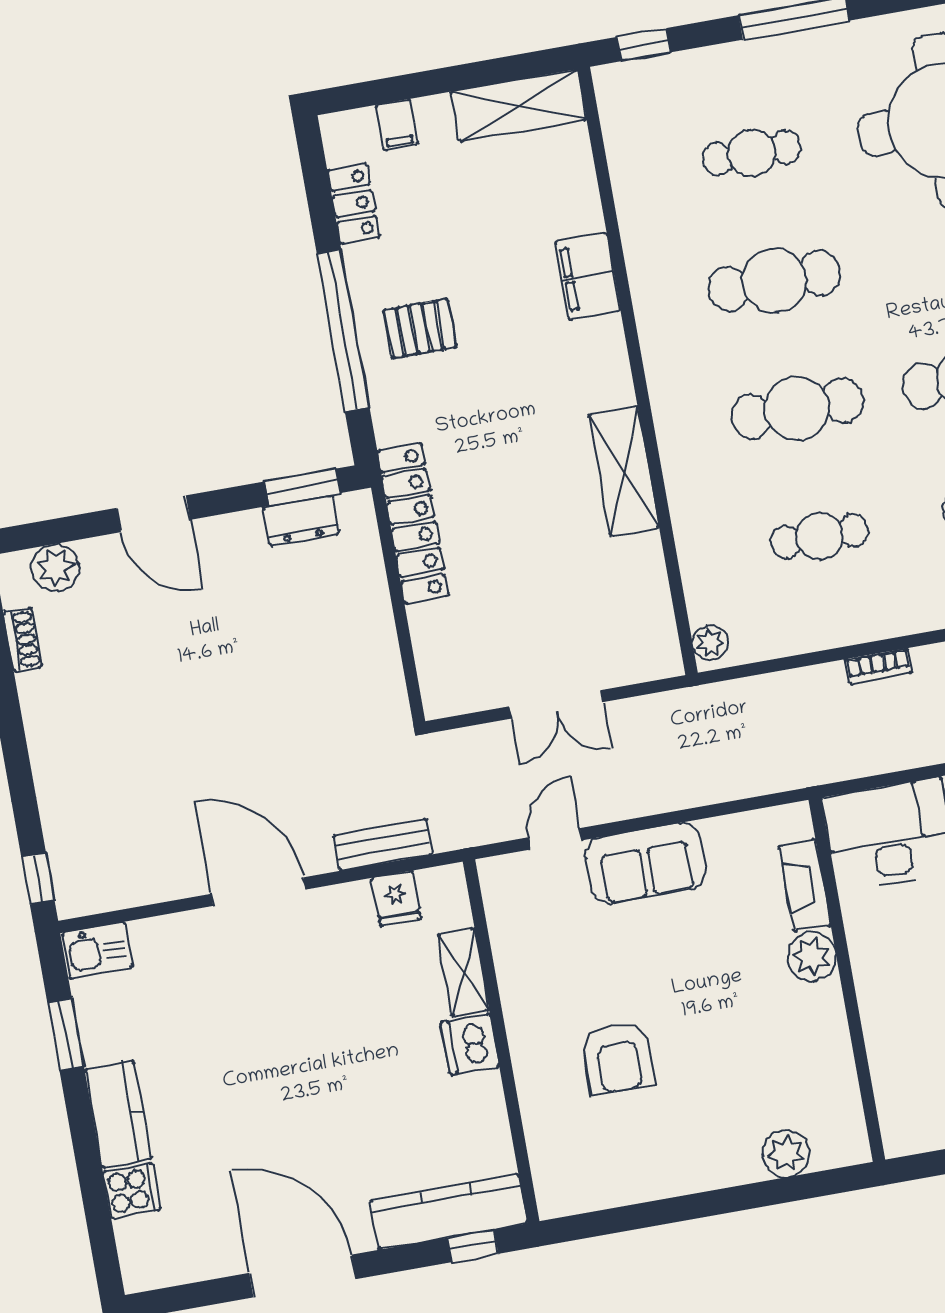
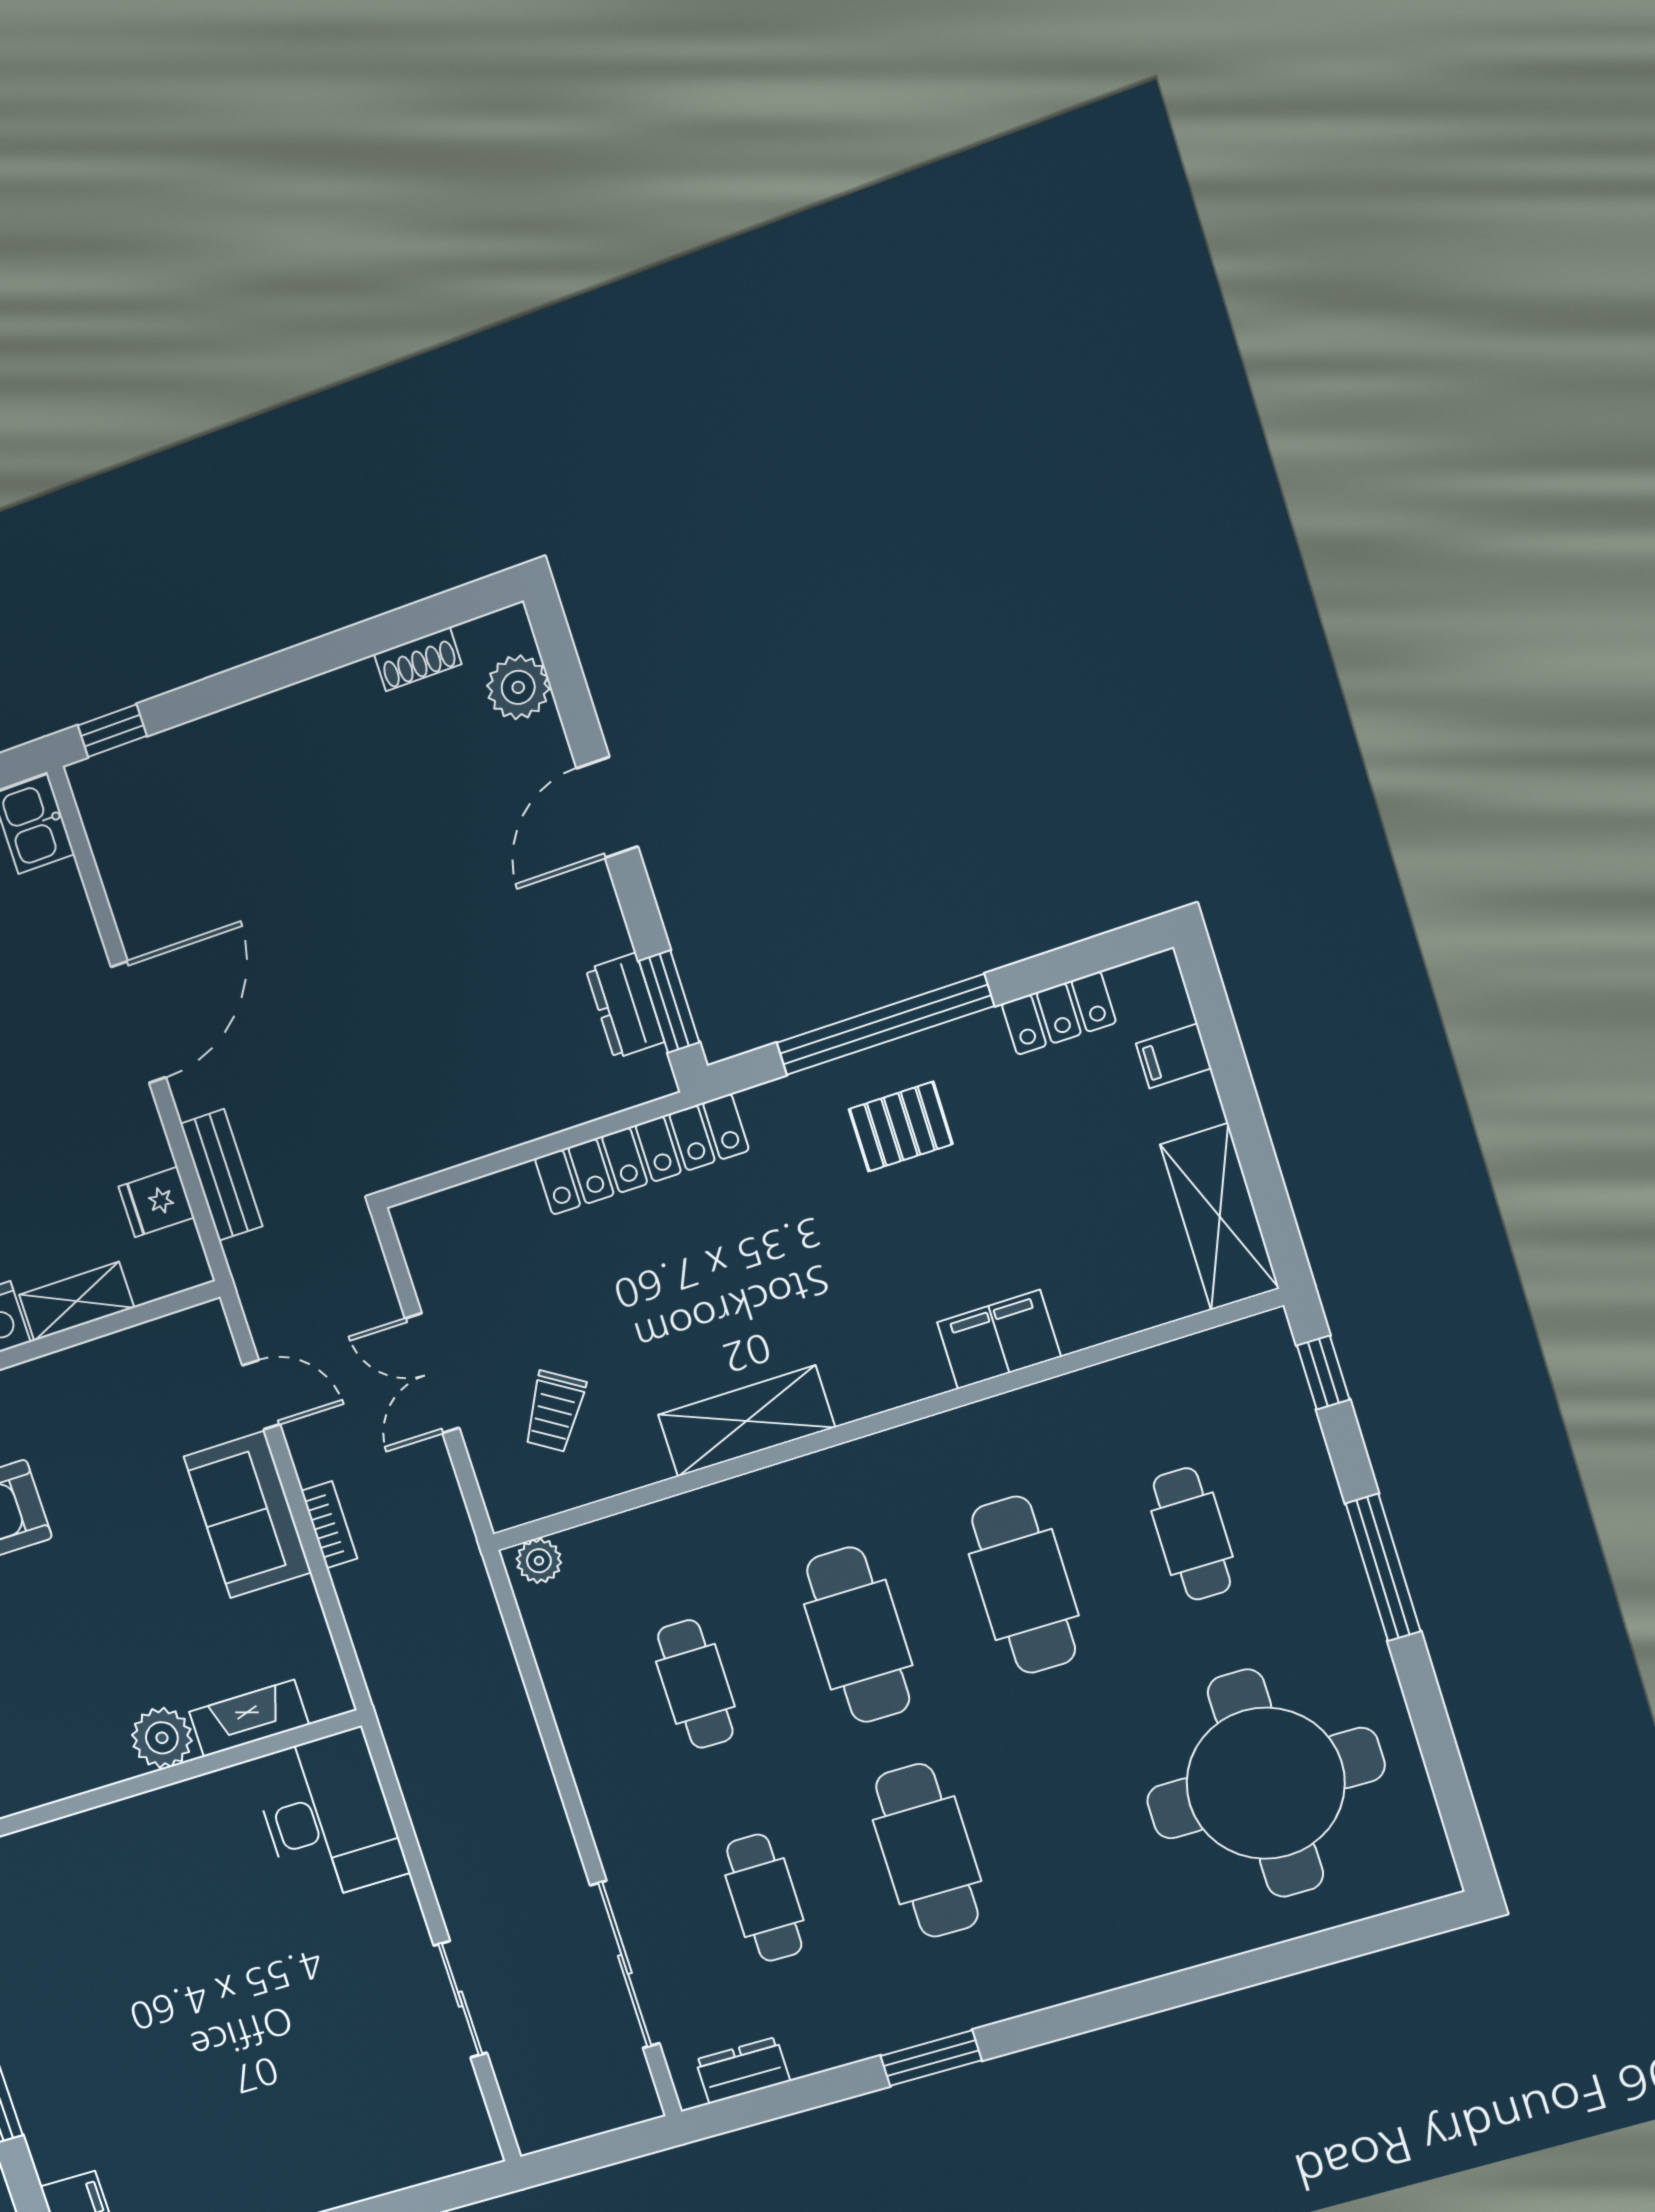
pallet: (420, 329) -> (901, 1127), turned 90
trolley: (597, 615) -> (554, 1411), added
bookcase: (878, 666) -> (329, 1525), moved, turned 180

